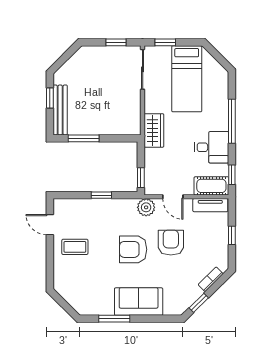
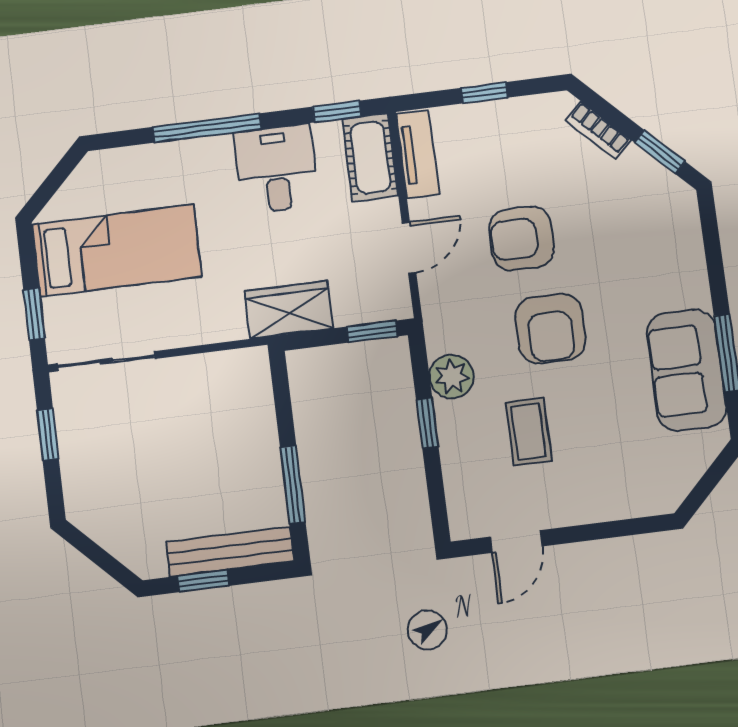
wardrobe: (154, 130) -> (289, 310), moved
plant: (146, 207) -> (452, 376), moved
coffee table: (75, 247) -> (529, 432), moved
sofa: (139, 302) -> (686, 370), moved

